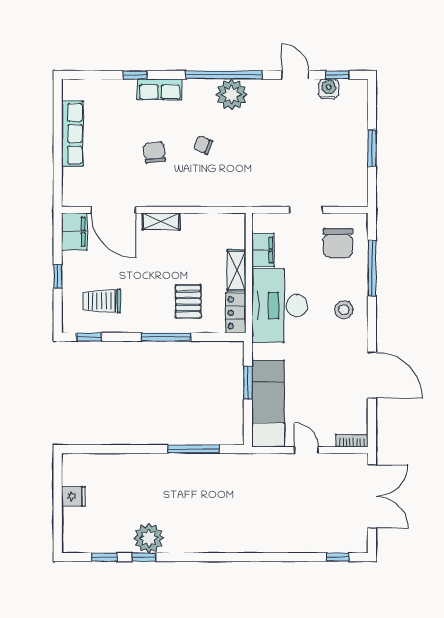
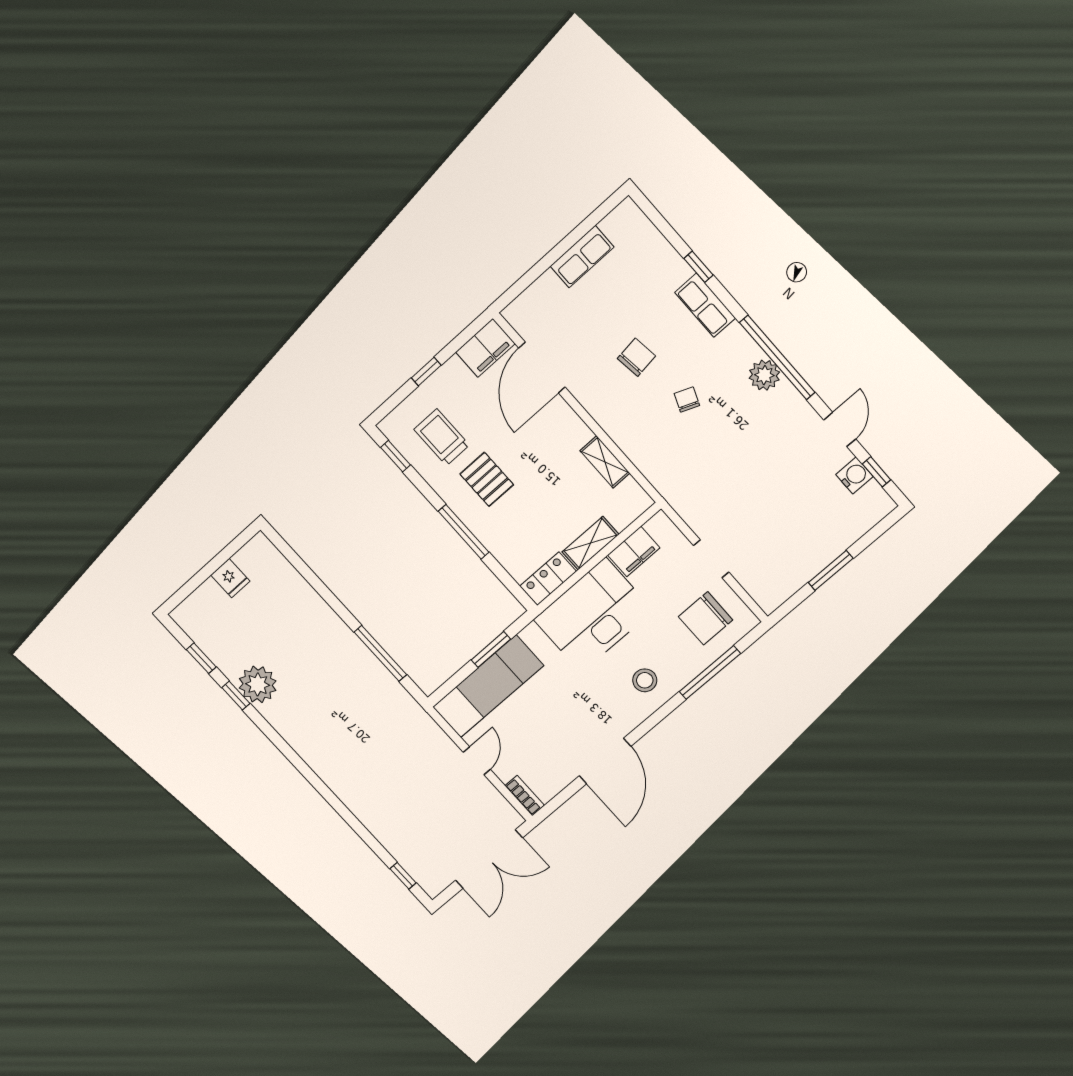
plant: (232, 94) -> (764, 375), width x0.73, depth x0.73
row of seats: (72, 134) -> (582, 257), width x0.68
shelving: (161, 221) -> (605, 462), moved
pallet: (188, 301) -> (487, 479), moved, turned 90

